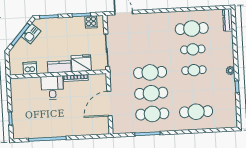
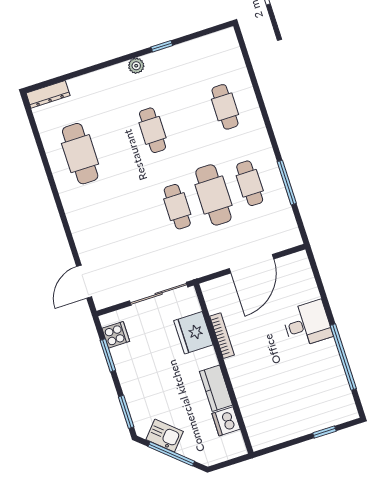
cafe table: (193, 49) -> (116, 142), removed
kitchen counter: (59, 67) -> (216, 388), moved
cafe table: (150, 72) -> (177, 207), width x0.73, depth x0.74
desk: (52, 88) -> (307, 324), moved, turned 180
door: (109, 104) -> (252, 264), hinge flipped
cafe table: (196, 112) -> (225, 107), width x0.73, depth x0.74
cafe table: (152, 114) -> (250, 183), width x0.73, depth x0.74

